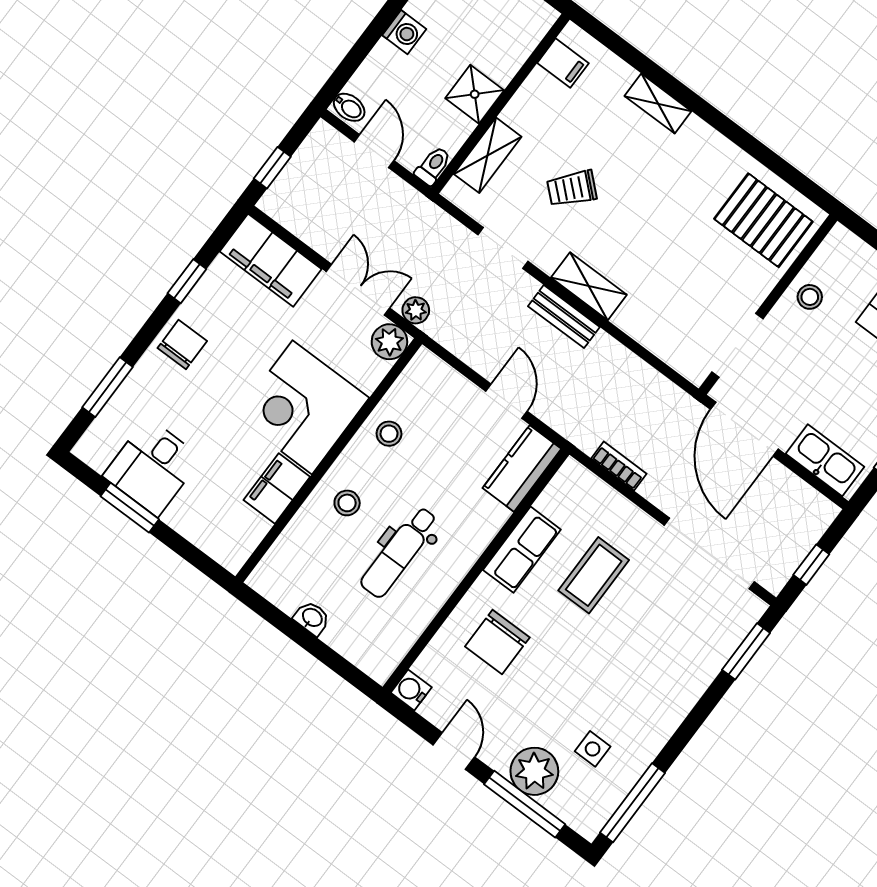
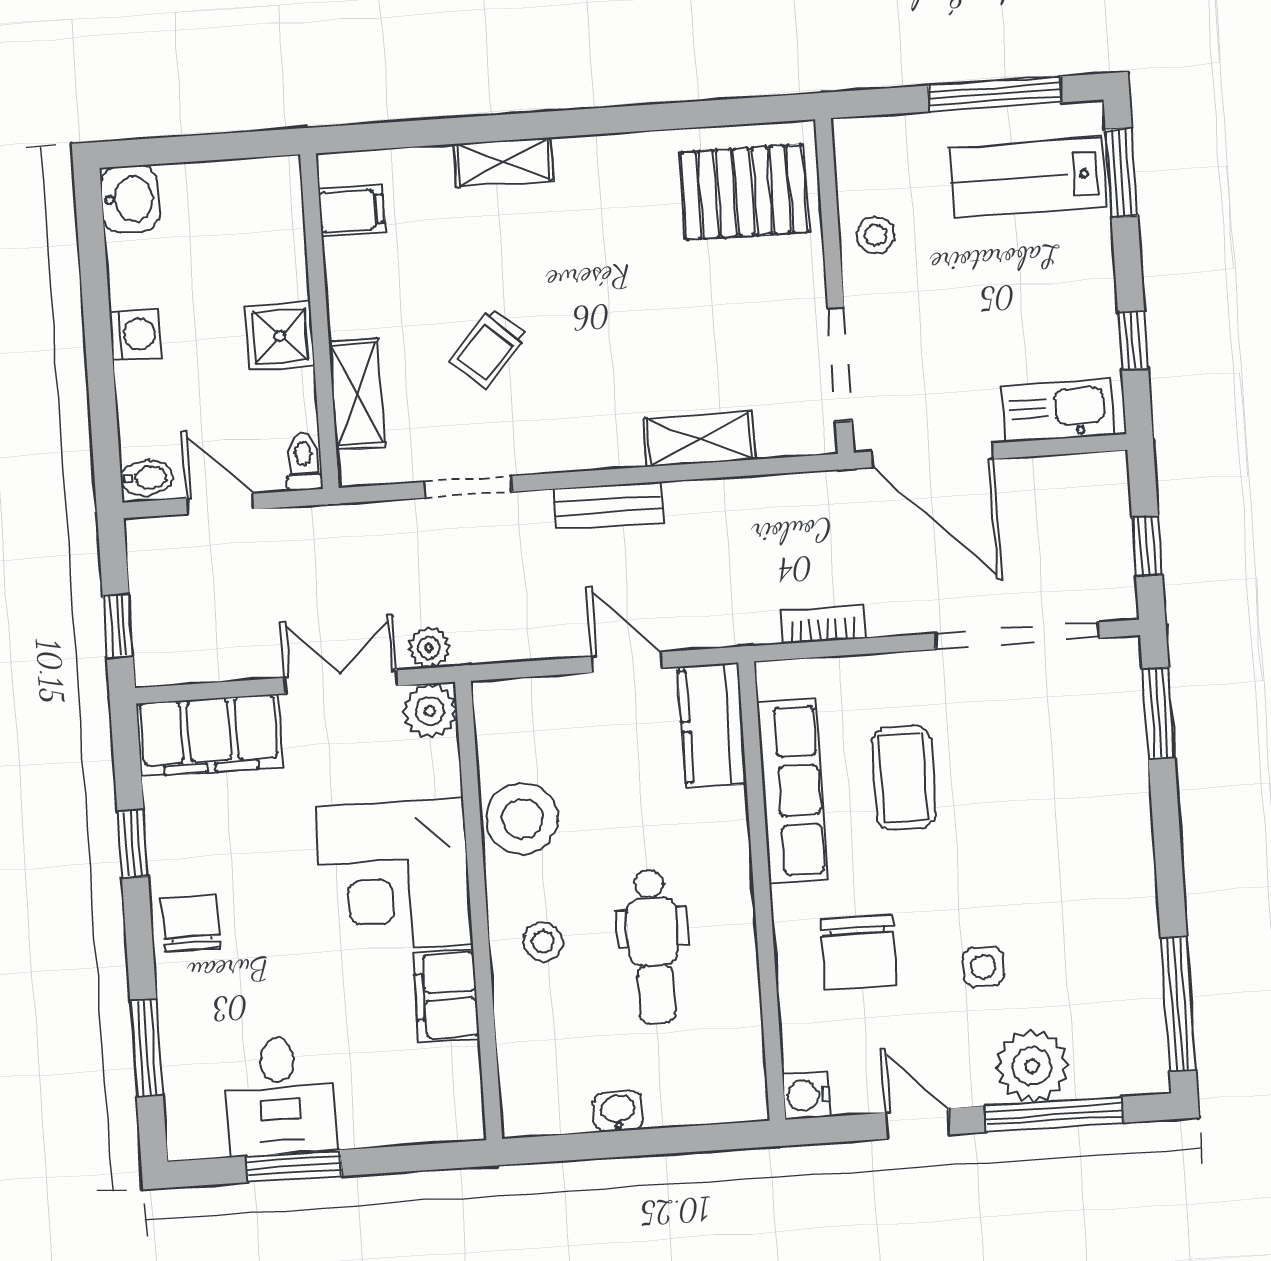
shelving: (589, 286) -> (700, 439), moved
stool: (389, 434) -> (522, 819), width x1.89, depth x1.89
row of seats: (522, 550) -> (792, 791), width x1.48
side table: (593, 749) -> (983, 967), moved

